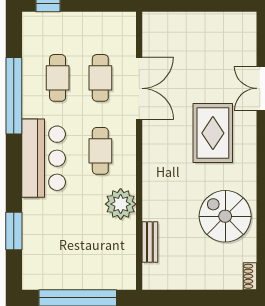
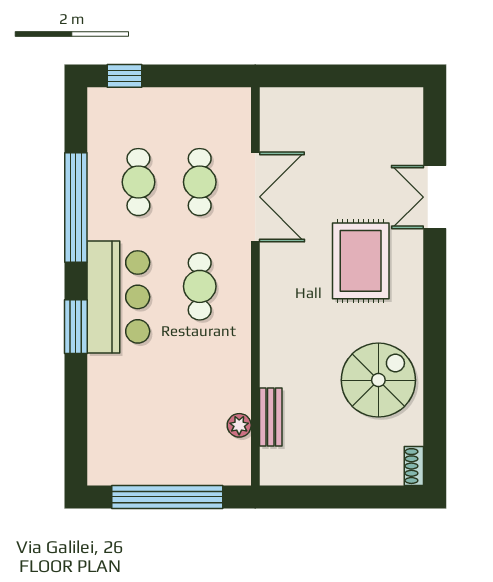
plant: (121, 204) -> (239, 425), moved, width x0.53, depth x0.53
spiral stairs: (225, 216) -> (378, 380), turned 90
window: (14, 231) -> (76, 327), moved

